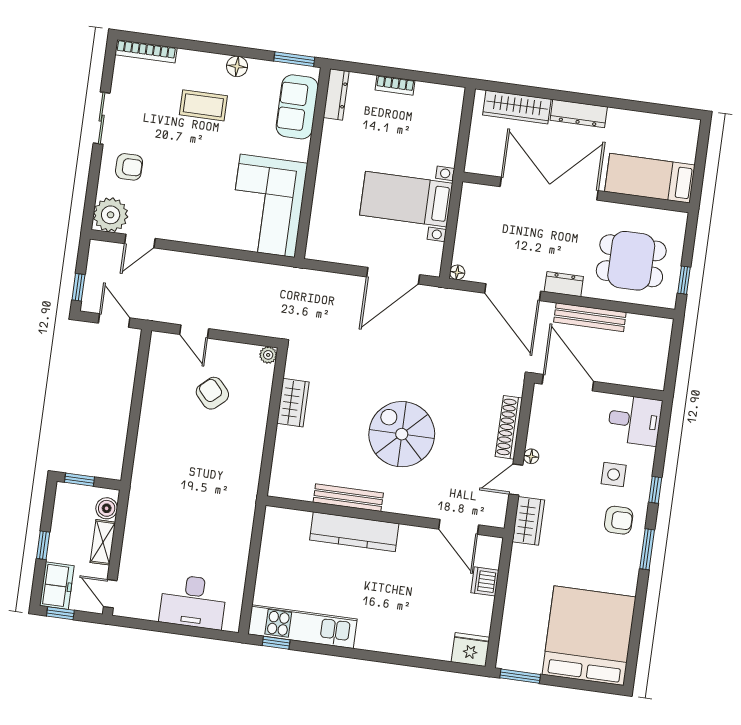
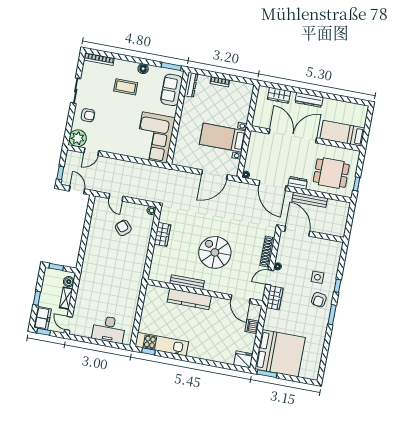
wardrobe: (517, 107) -> (279, 95), width x0.67
desk: (635, 420) -> (329, 251), removed
armchair: (619, 520) -> (319, 300), turned 99
bed: (589, 636) -> (280, 353), moved, turned 90

